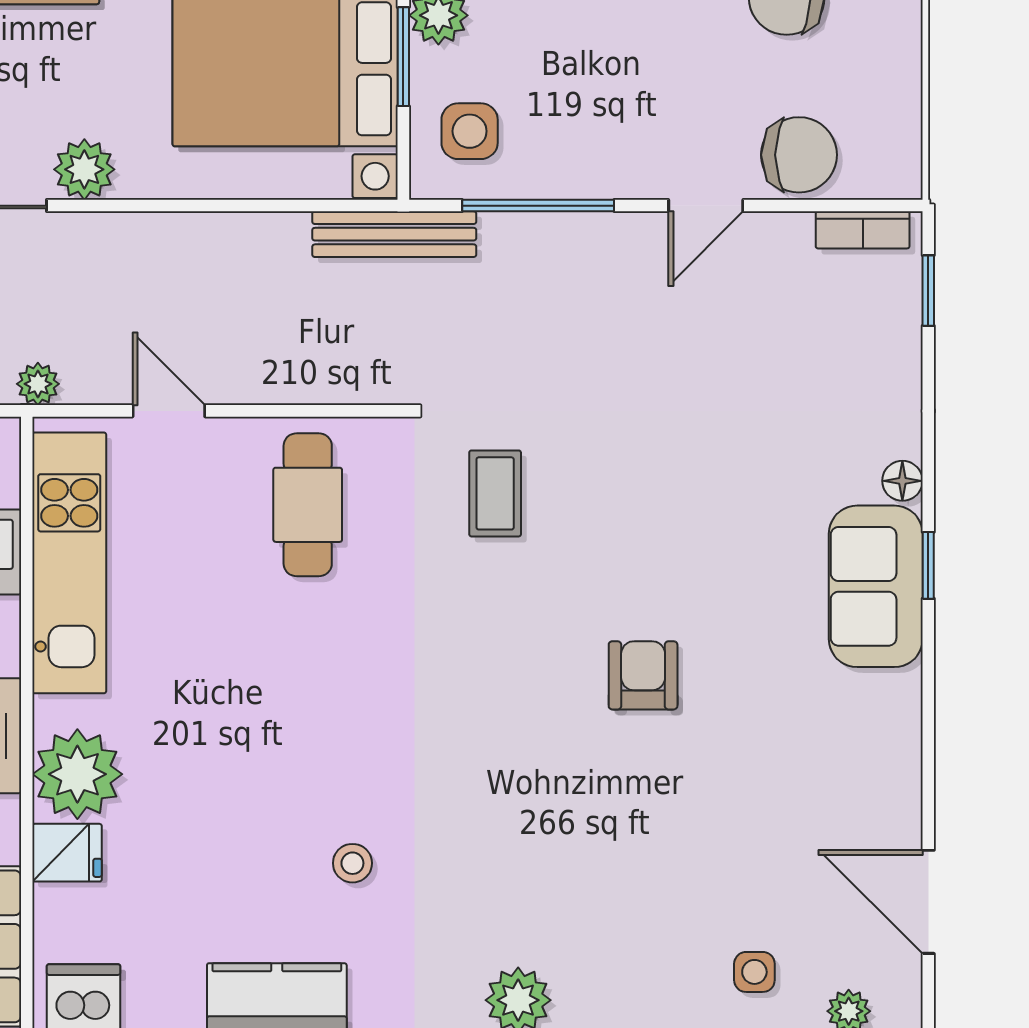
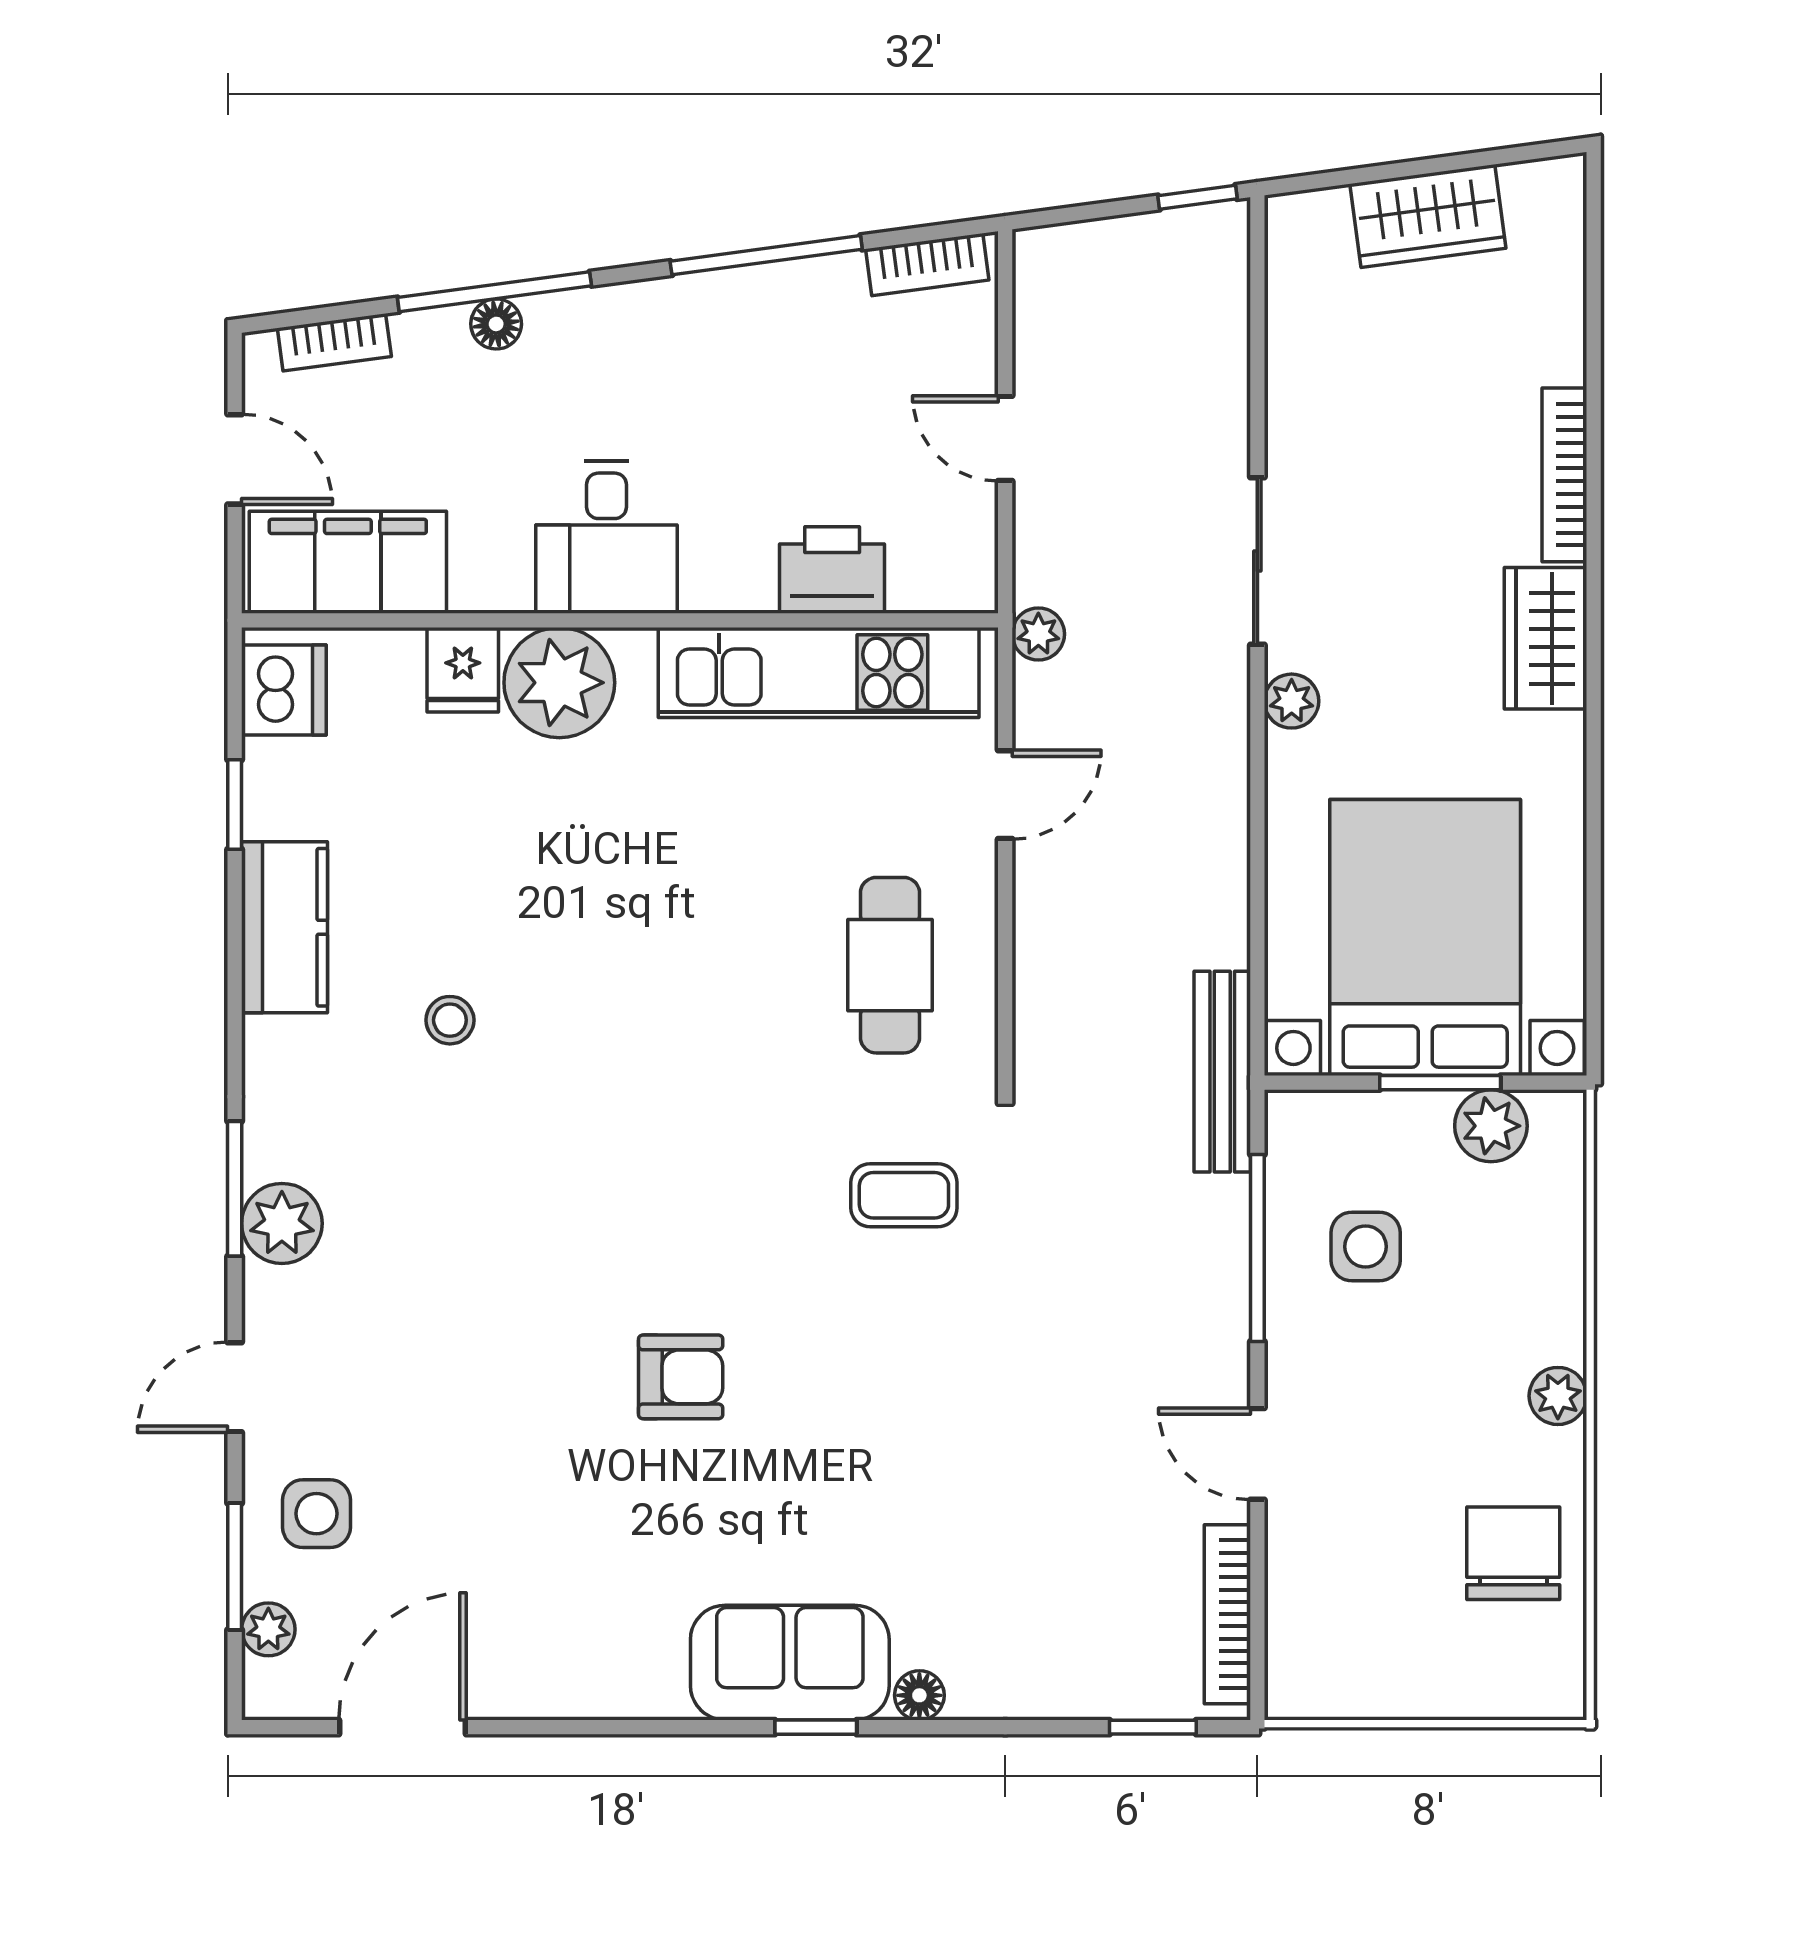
side table: (470, 131) -> (1366, 1247), moved
chair: (799, 155) -> (1320, 1568), removed
plant: (84, 169) -> (1292, 701), width x0.73, depth x0.73
bookcase: (863, 230) -> (1227, 1614), width x1.56
cafe table: (308, 505) -> (890, 965), turned 90
side table: (754, 972) -> (316, 1514), width x1.37, depth x1.37

